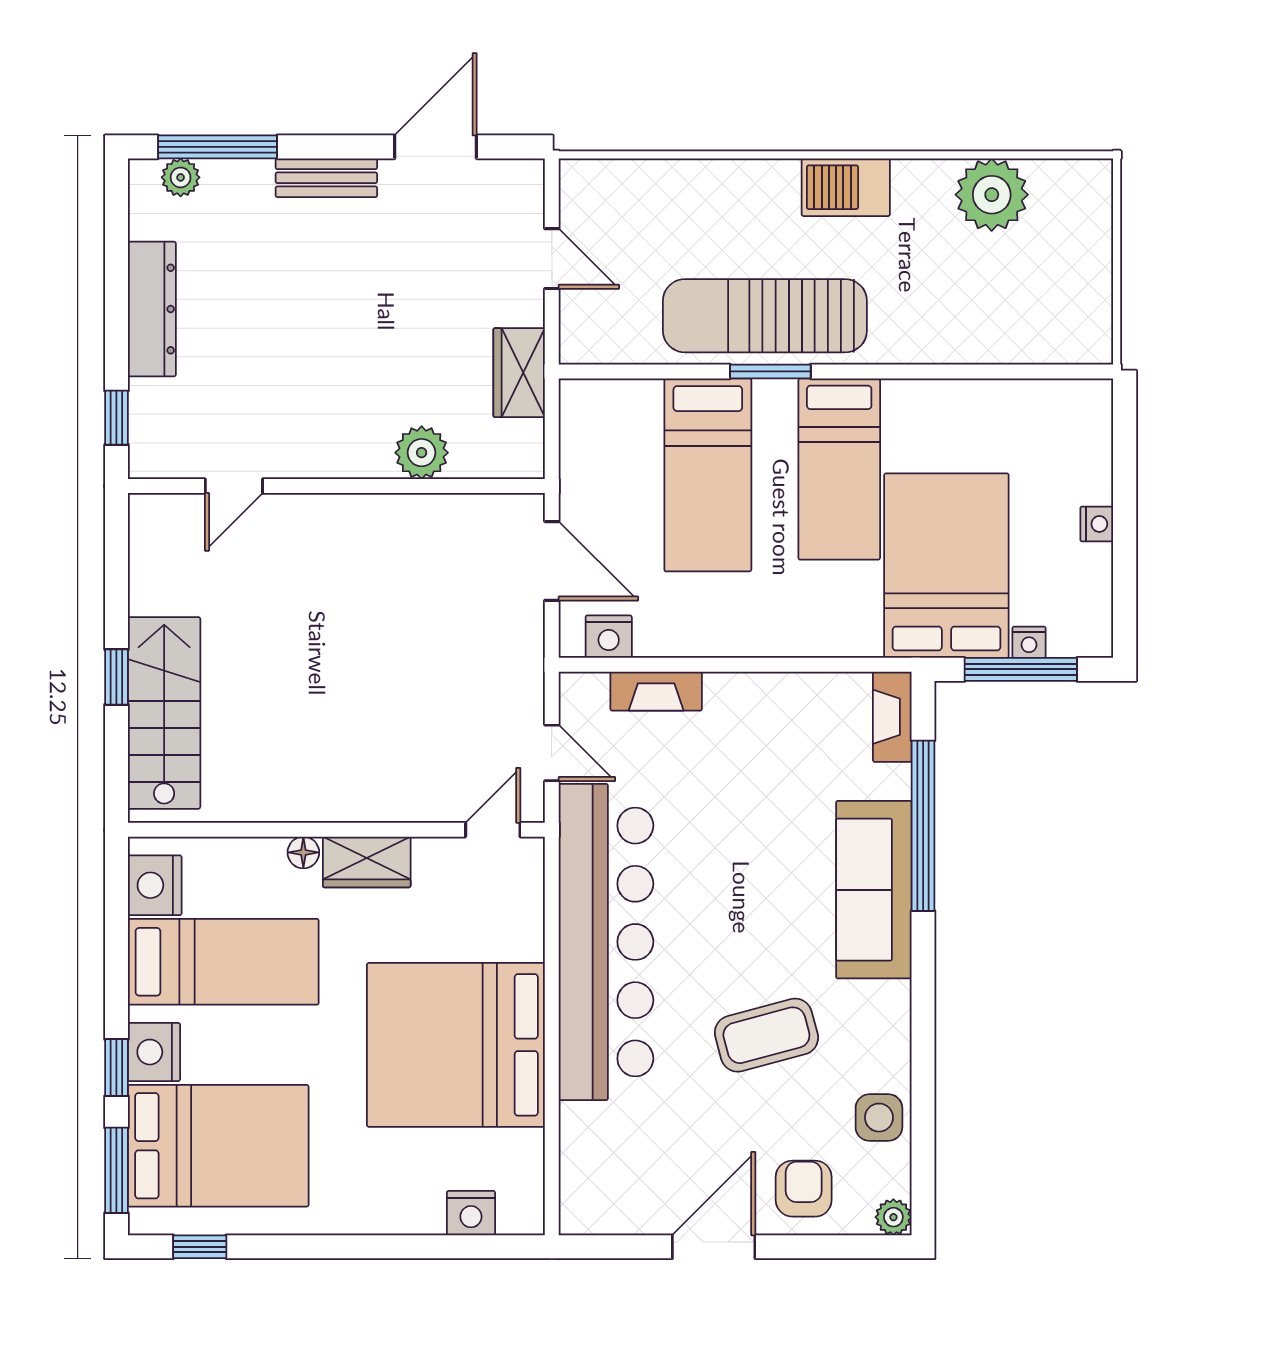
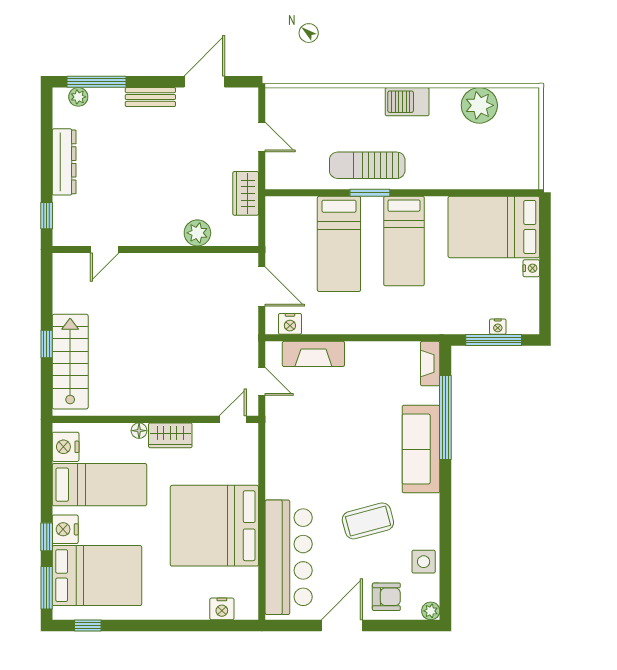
sun lounger: (765, 316) -> (367, 165), width x0.73, depth x0.75
bed: (946, 566) -> (494, 227), moved, turned -90
fireplace: (656, 691) -> (313, 354), width x1.37, depth x1.32
bar counter: (606, 942) -> (289, 557), moved, width x0.73
armchair: (804, 1189) -> (386, 597), turned 90

